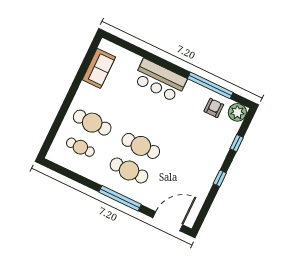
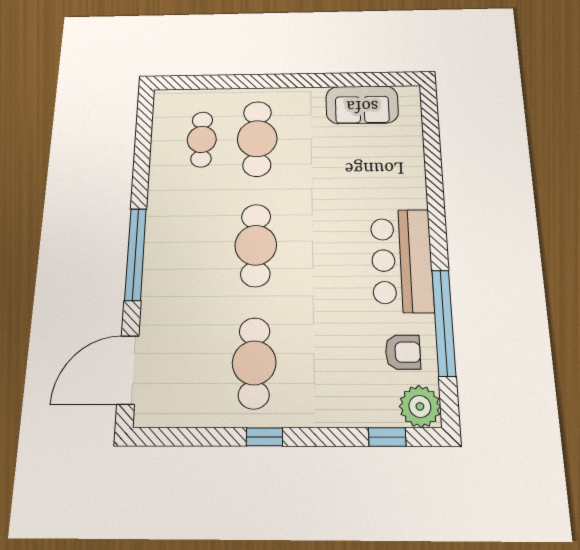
bar counter: (160, 80) -> (402, 260), moved
window: (237, 143) -> (387, 437), moved
cafe table: (129, 170) -> (254, 363), moved
door: (168, 221) -> (128, 370), swing flipped

